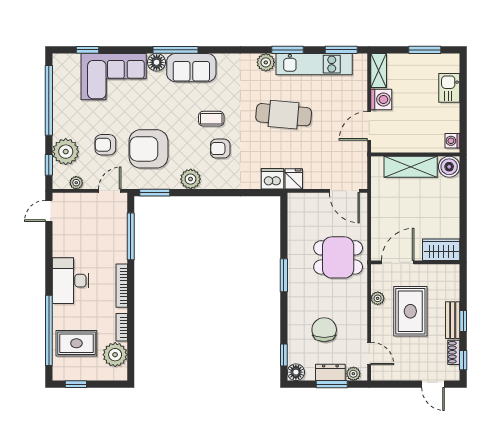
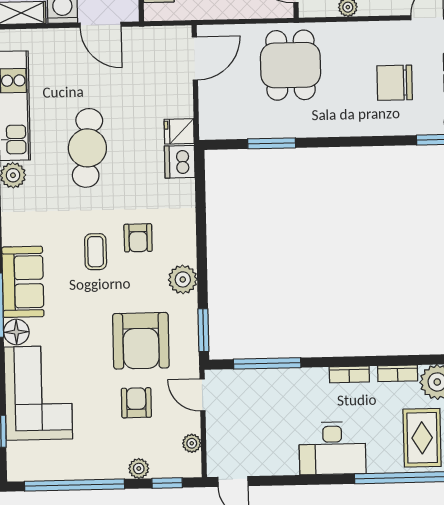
armchair: (105, 145) -> (136, 403), turned 180
plant: (66, 152) -> (139, 468), width x0.53, depth x0.53
window: (284, 275) -> (272, 143), moved
bookcase: (122, 286) -> (349, 374), width x0.64

